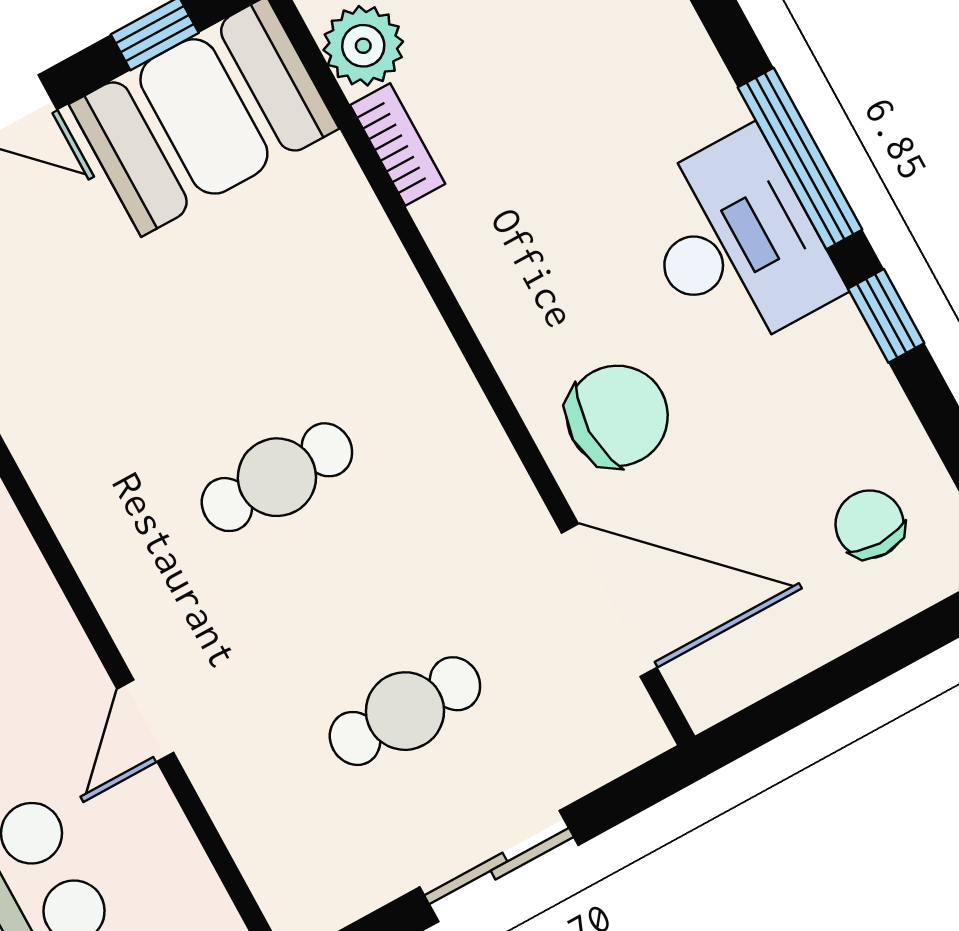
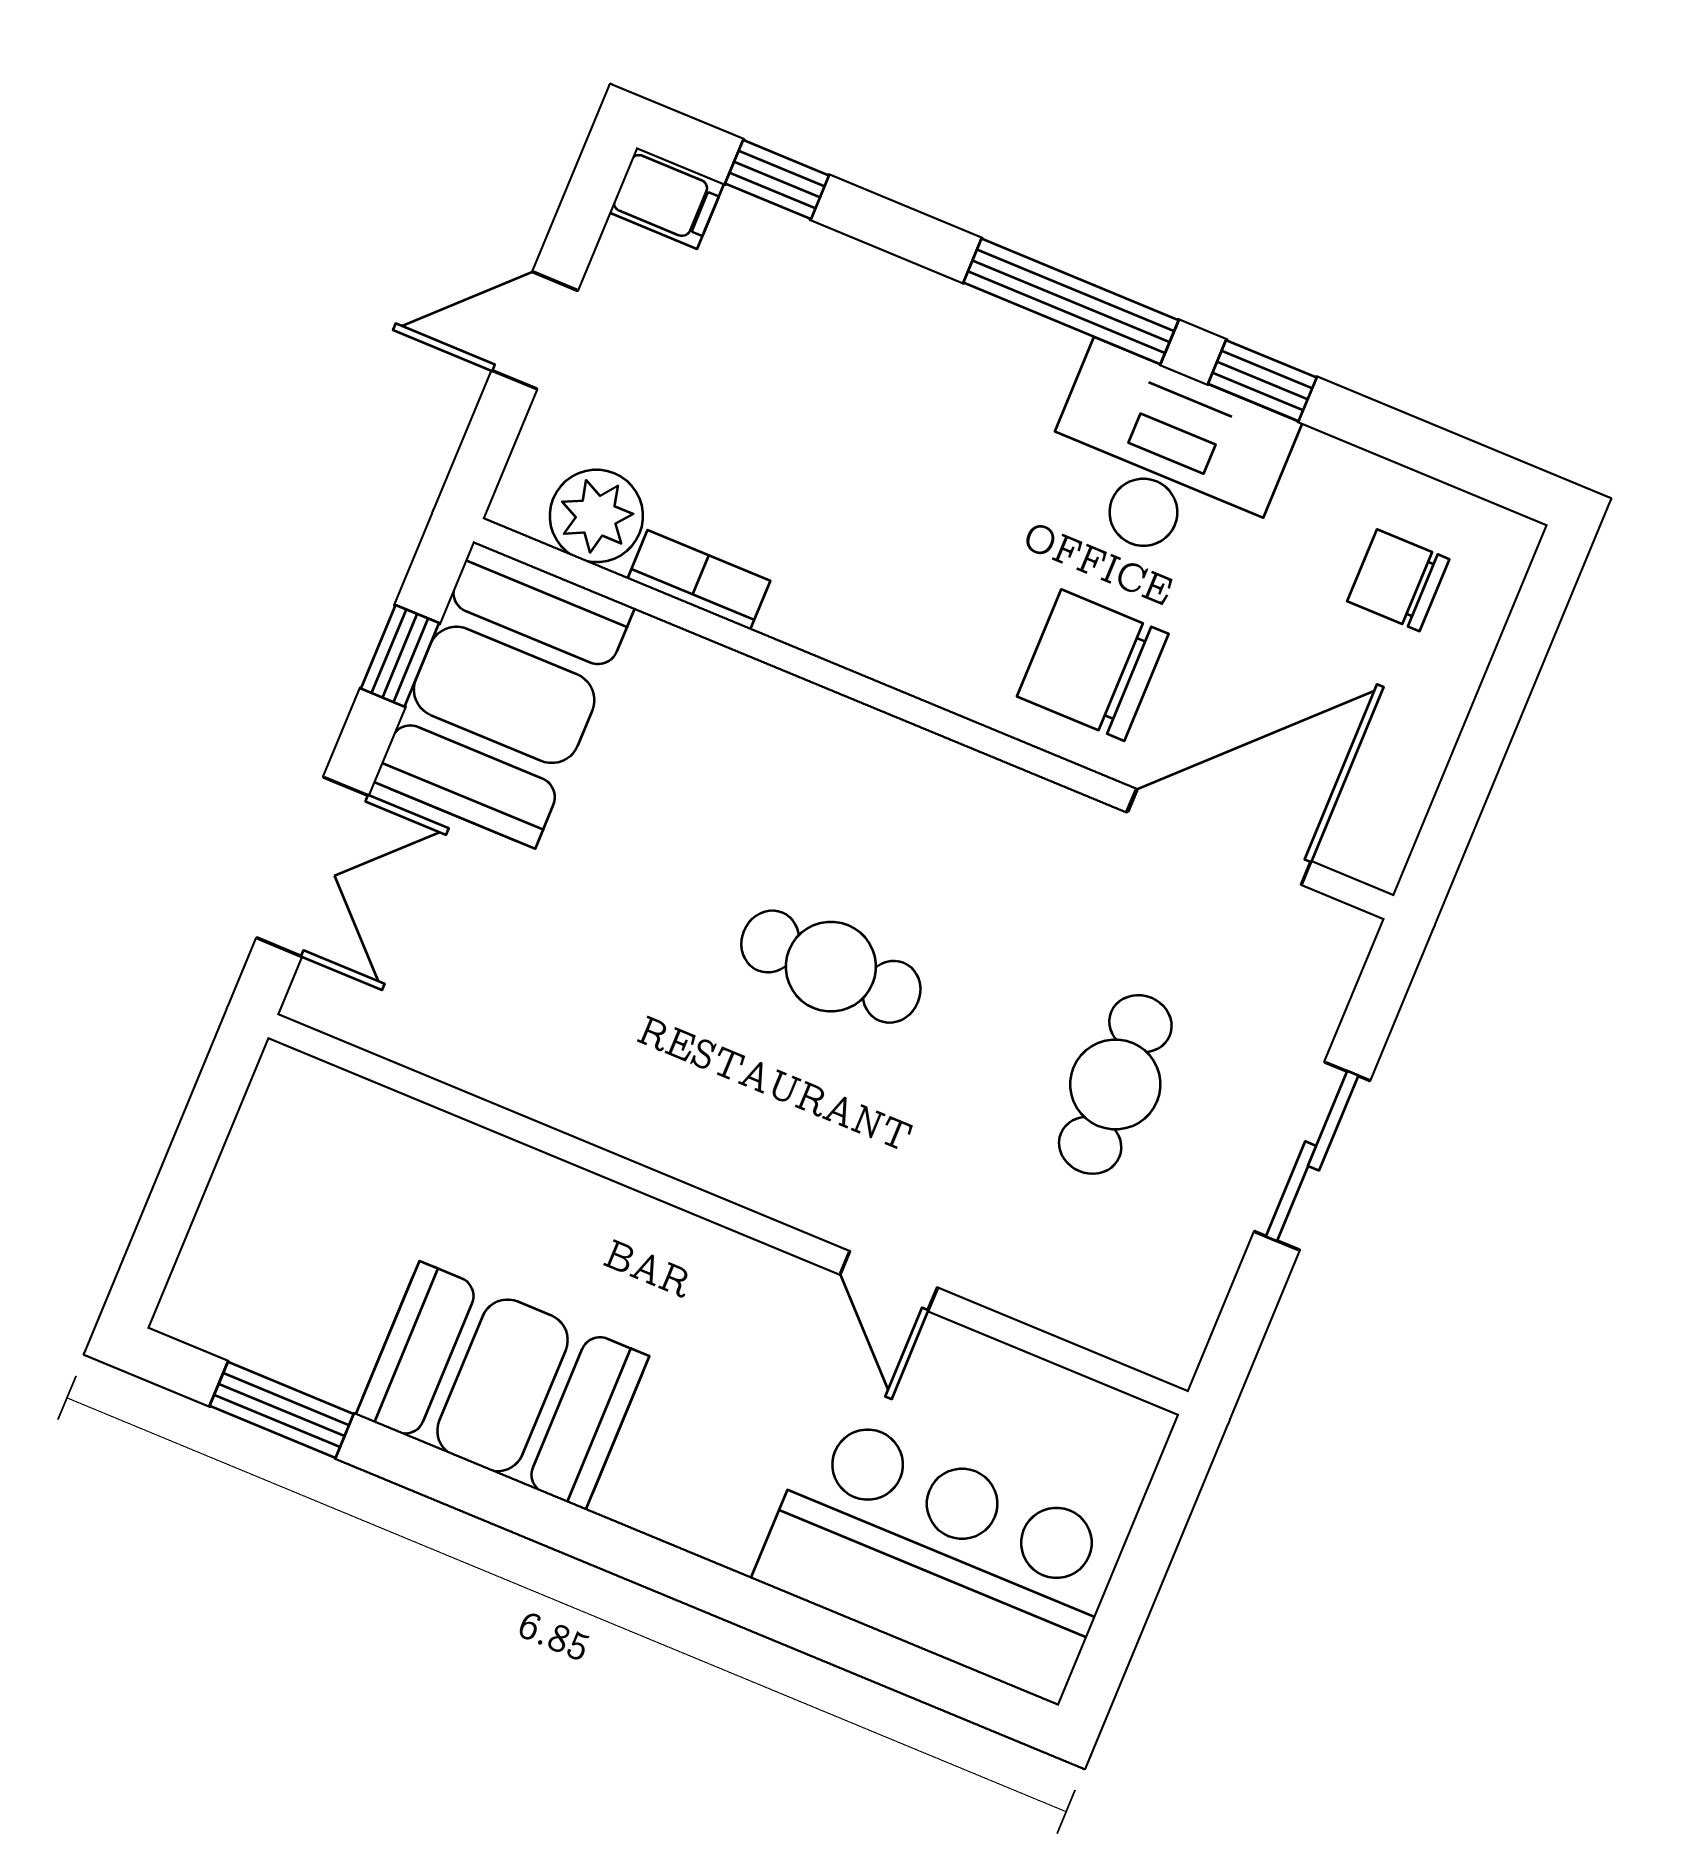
desk: (735, 243) -> (1164, 462), moved
chair: (617, 416) -> (1093, 665), turned -90
cafe table: (277, 477) -> (831, 967), turned 90

